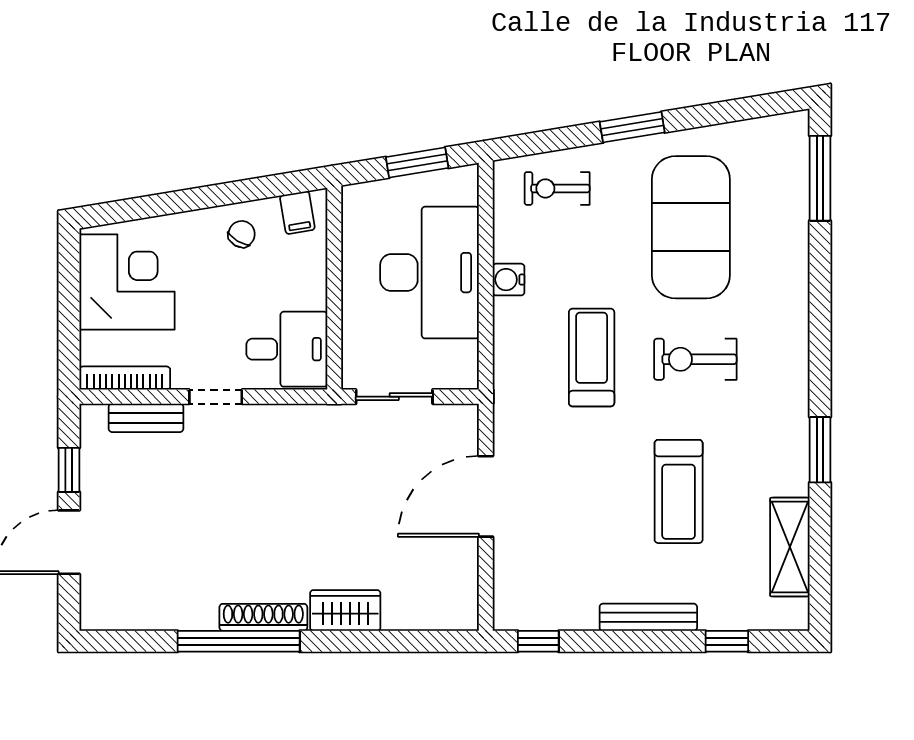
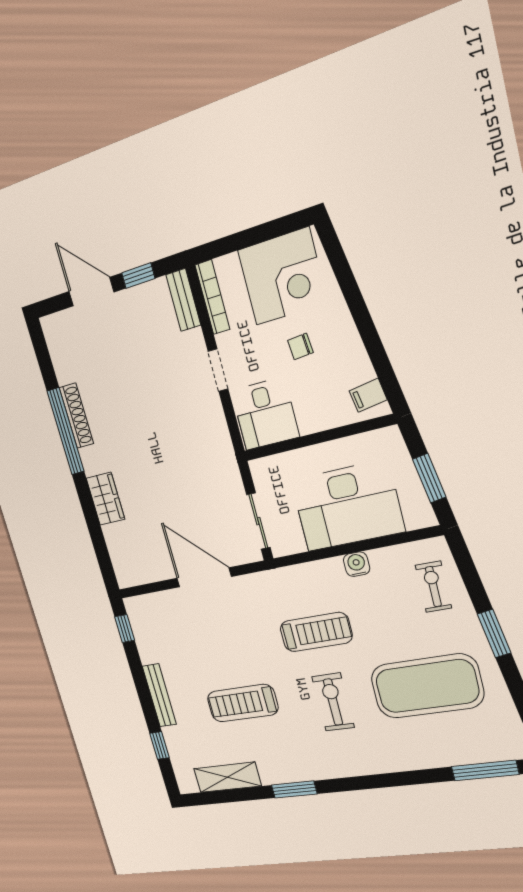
chair: (242, 234) -> (300, 346), moved, turned 144
sliding door: (394, 397) -> (258, 521), moved
bench: (146, 418) -> (183, 300), moved
shoe rack: (263, 617) -> (76, 416), moved

